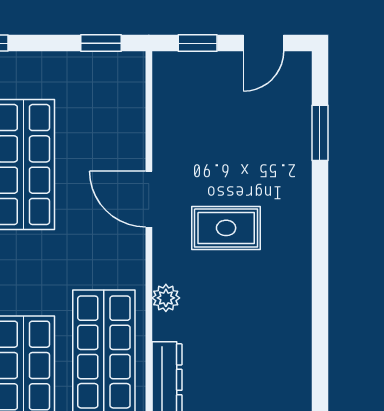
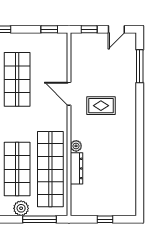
window: (320, 133) -> (140, 66), width x1.44
plant: (166, 298) -> (76, 146), moved

